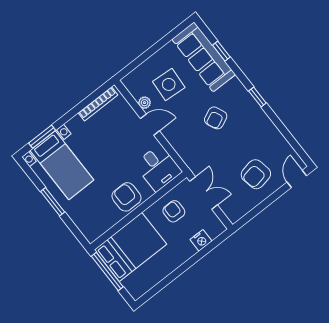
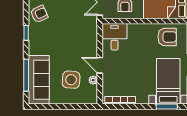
window: (221, 51) -> (26, 75), width x2.17
armchair: (216, 118) -> (39, 14), moved
armchair: (126, 197) -> (167, 37), moved, turned -90

